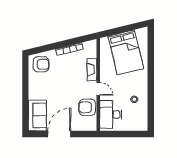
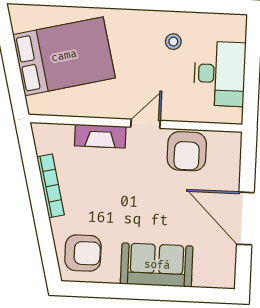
armchair: (41, 64) -> (83, 253), turned 90
desk: (111, 114) -> (220, 74), moved, turned -90
sofa: (37, 116) -> (157, 265), moved

